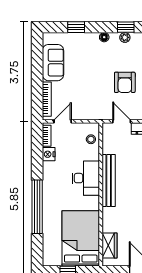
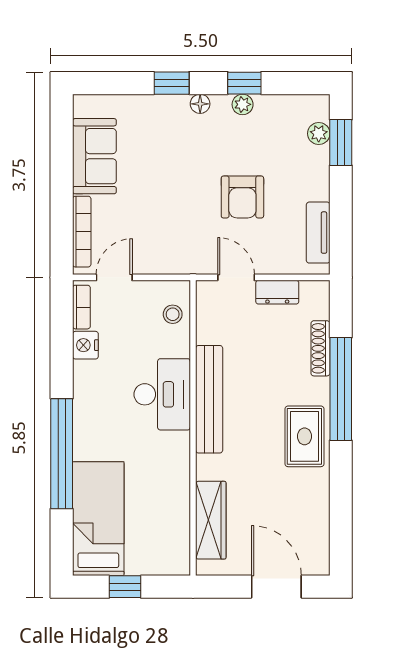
window: (76, 27) -> (172, 83), moved
bed: (81, 238) -> (98, 519), moved, width x0.67
wardrobe: (109, 245) -> (211, 520), width x1.50

